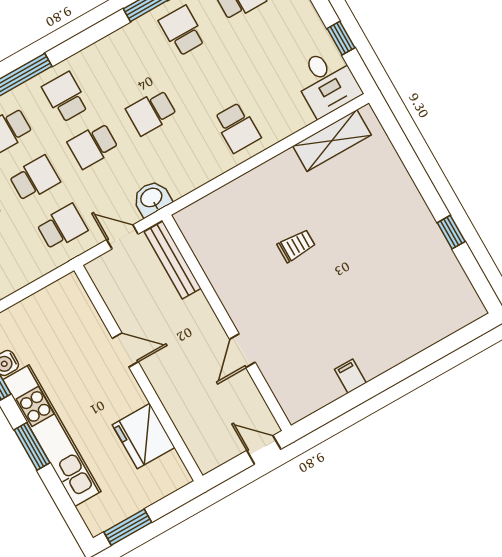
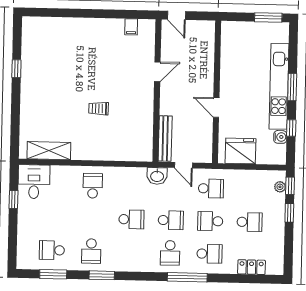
school desk: (62, 227) -> (211, 188), turned 180
filing cabinet: (350, 376) -> (131, 27), moved
fridge: (144, 436) -> (240, 151), moved, turned -90

